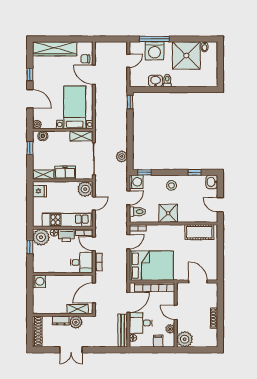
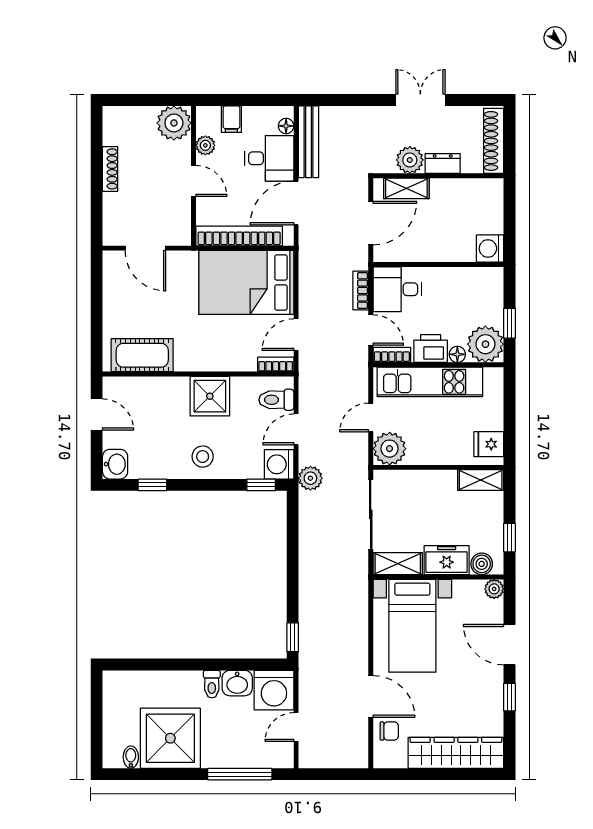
washing machine: (155, 51) -> (274, 690), moved, turned 180
plant: (122, 157) -> (310, 478), moved
freezer: (65, 173) -> (447, 560), moved, turned 180

